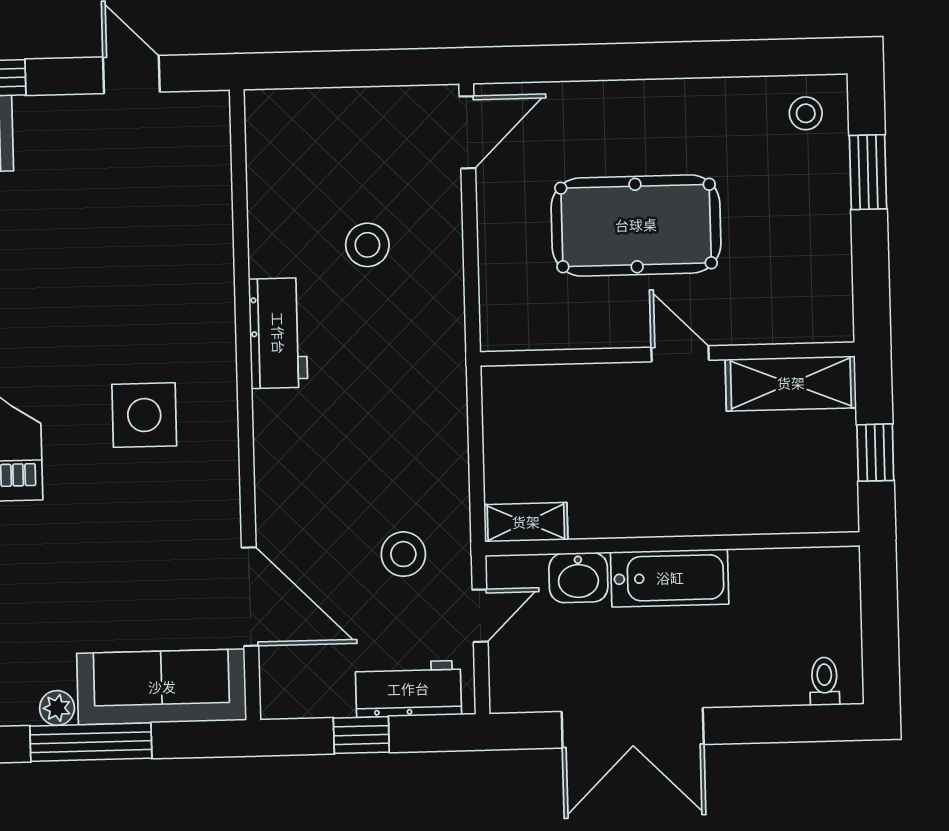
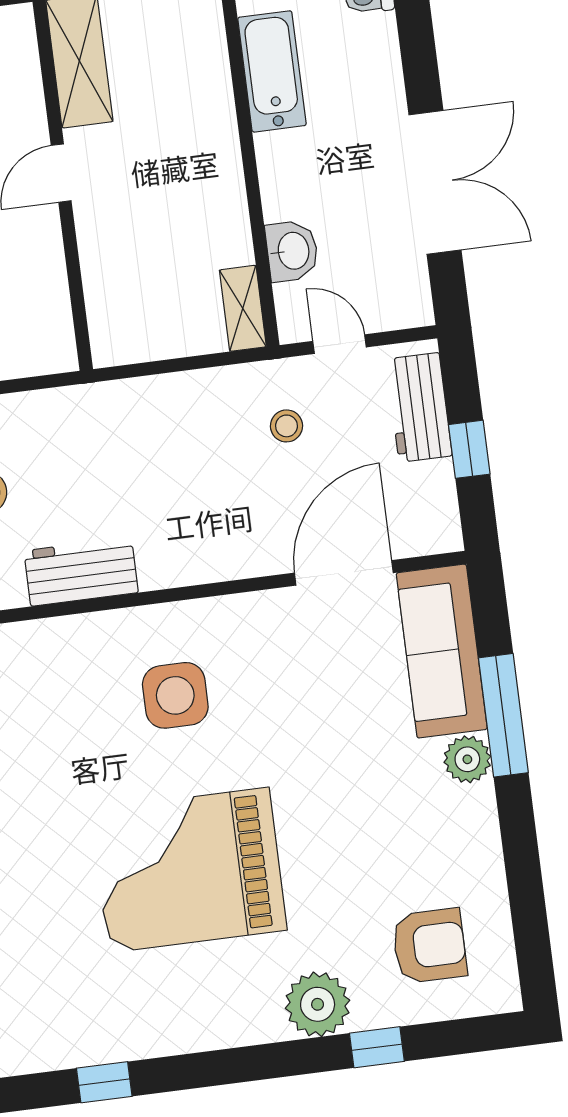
stool: (403, 554) -> (286, 426), width x0.73, depth x0.73
bathtub: (670, 578) -> (272, 71), moved
plant: (57, 708) -> (467, 759), width x1.38, depth x1.38

